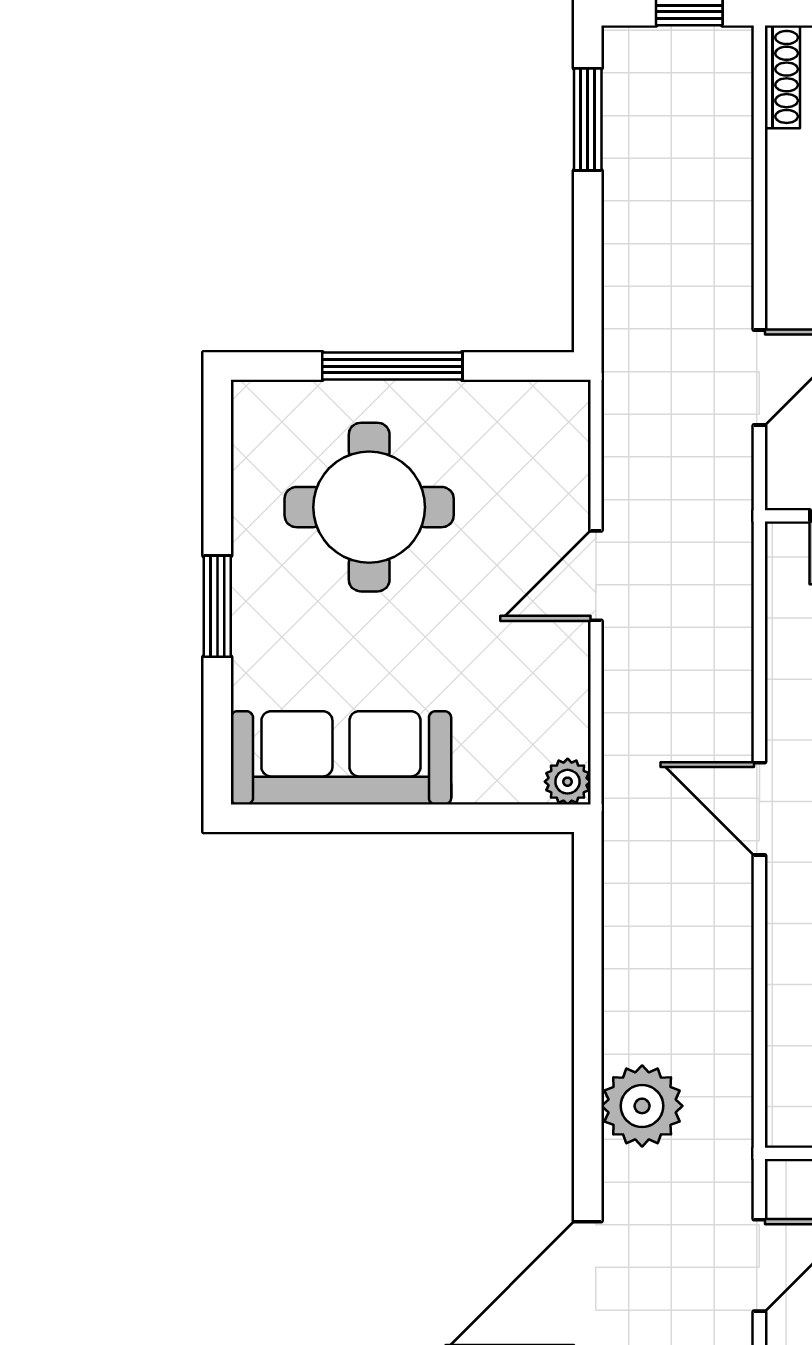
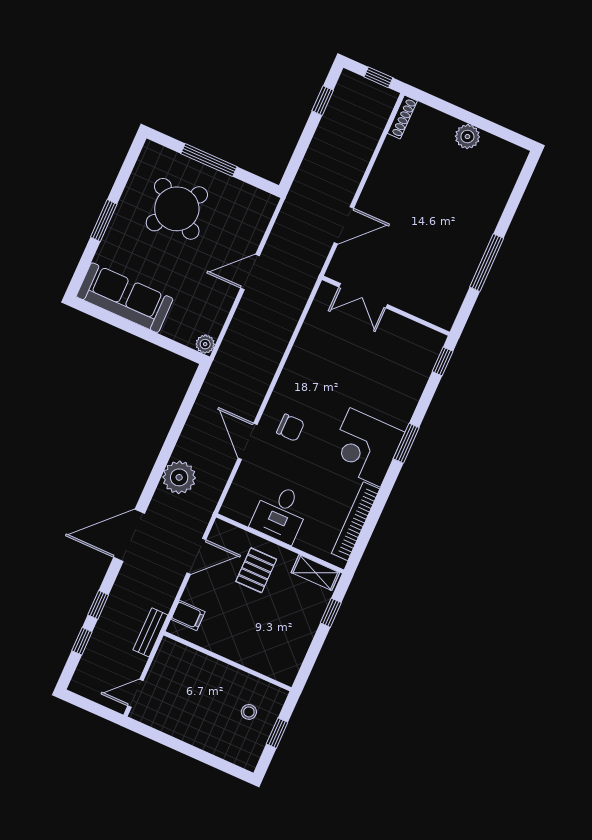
window: (588, 119) -> (323, 101), width x0.67
round table: (369, 507) -> (177, 209), turned 34
door: (759, 809) -> (248, 441), moved

